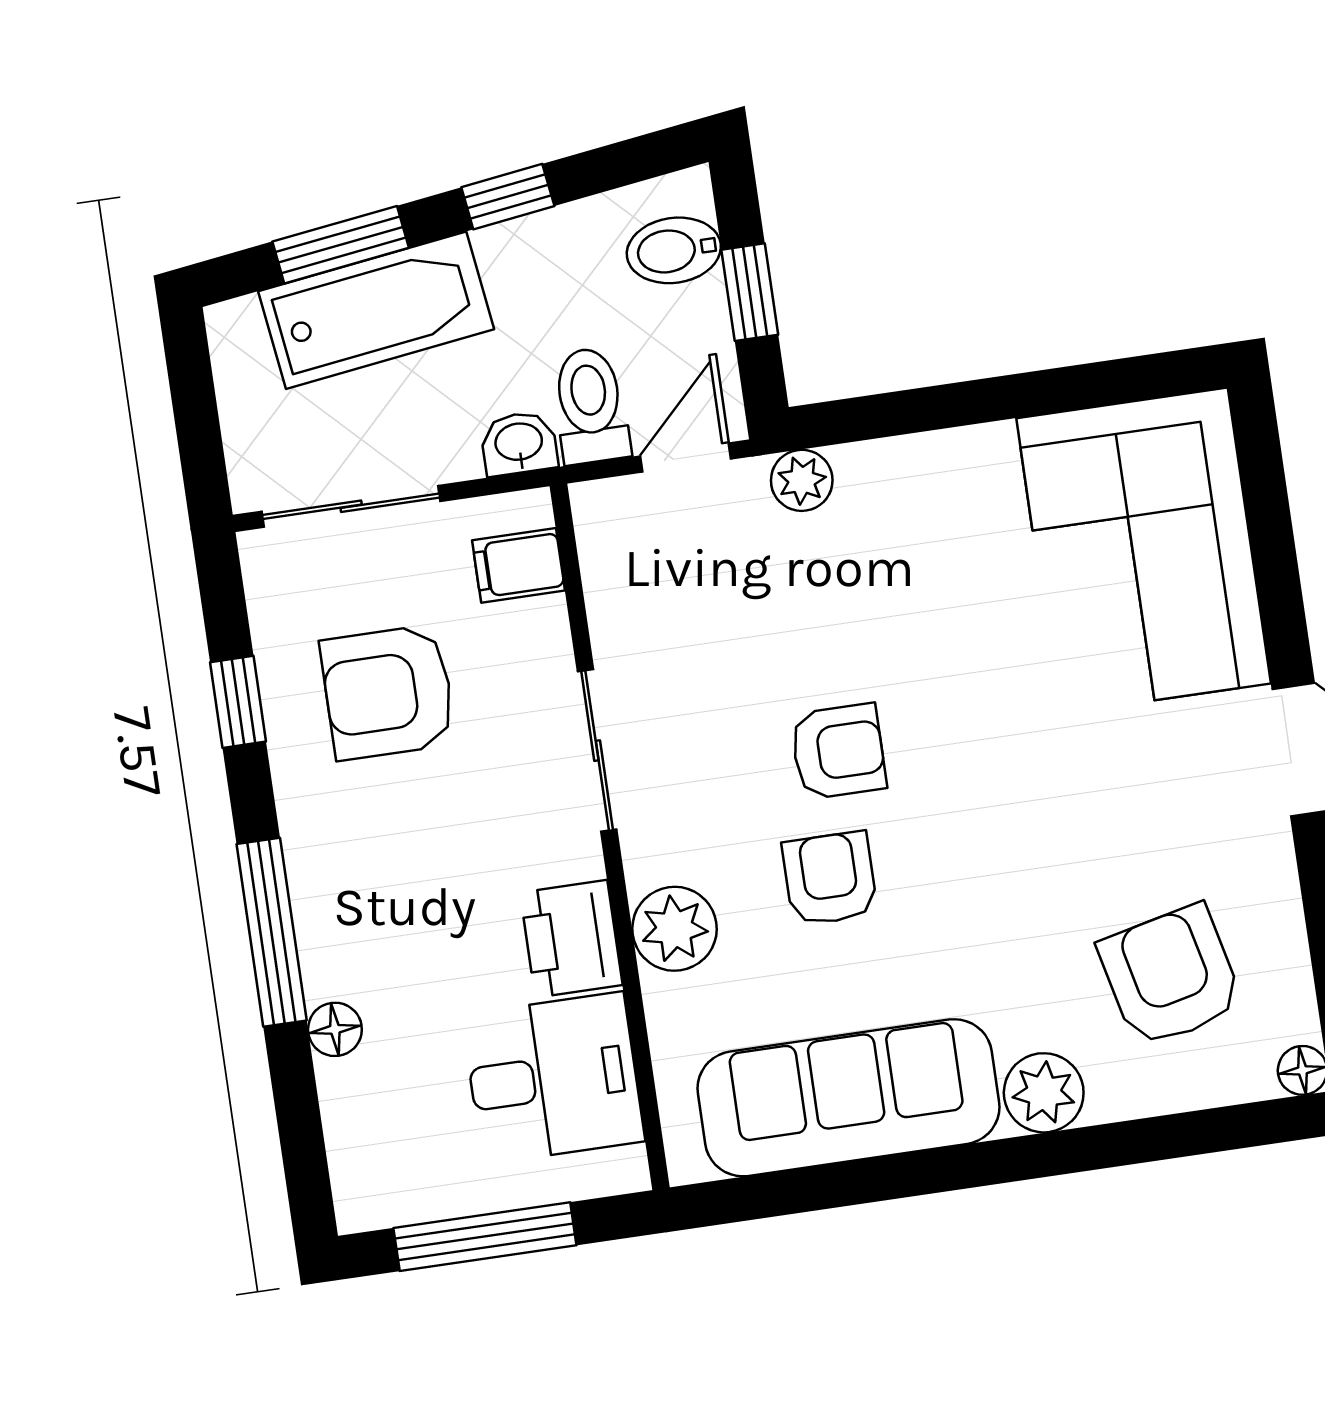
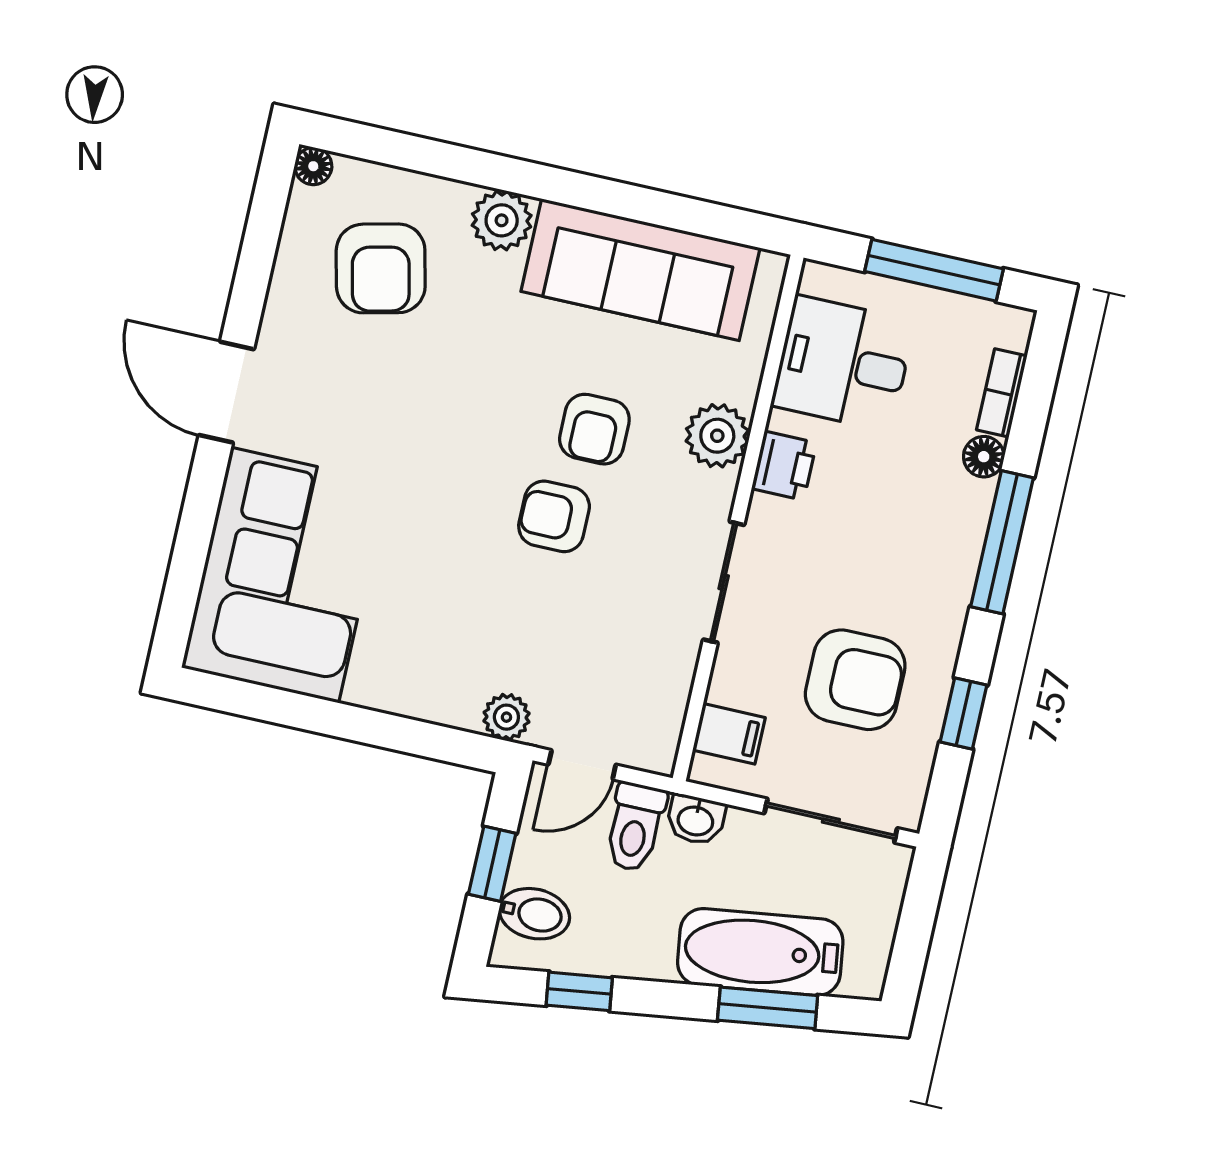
window: (508, 197) -> (579, 991), moved
printer: (571, 939) -> (784, 466), width x0.73, depth x0.81
bookcase: (343, 1117) -> (1002, 393), added

